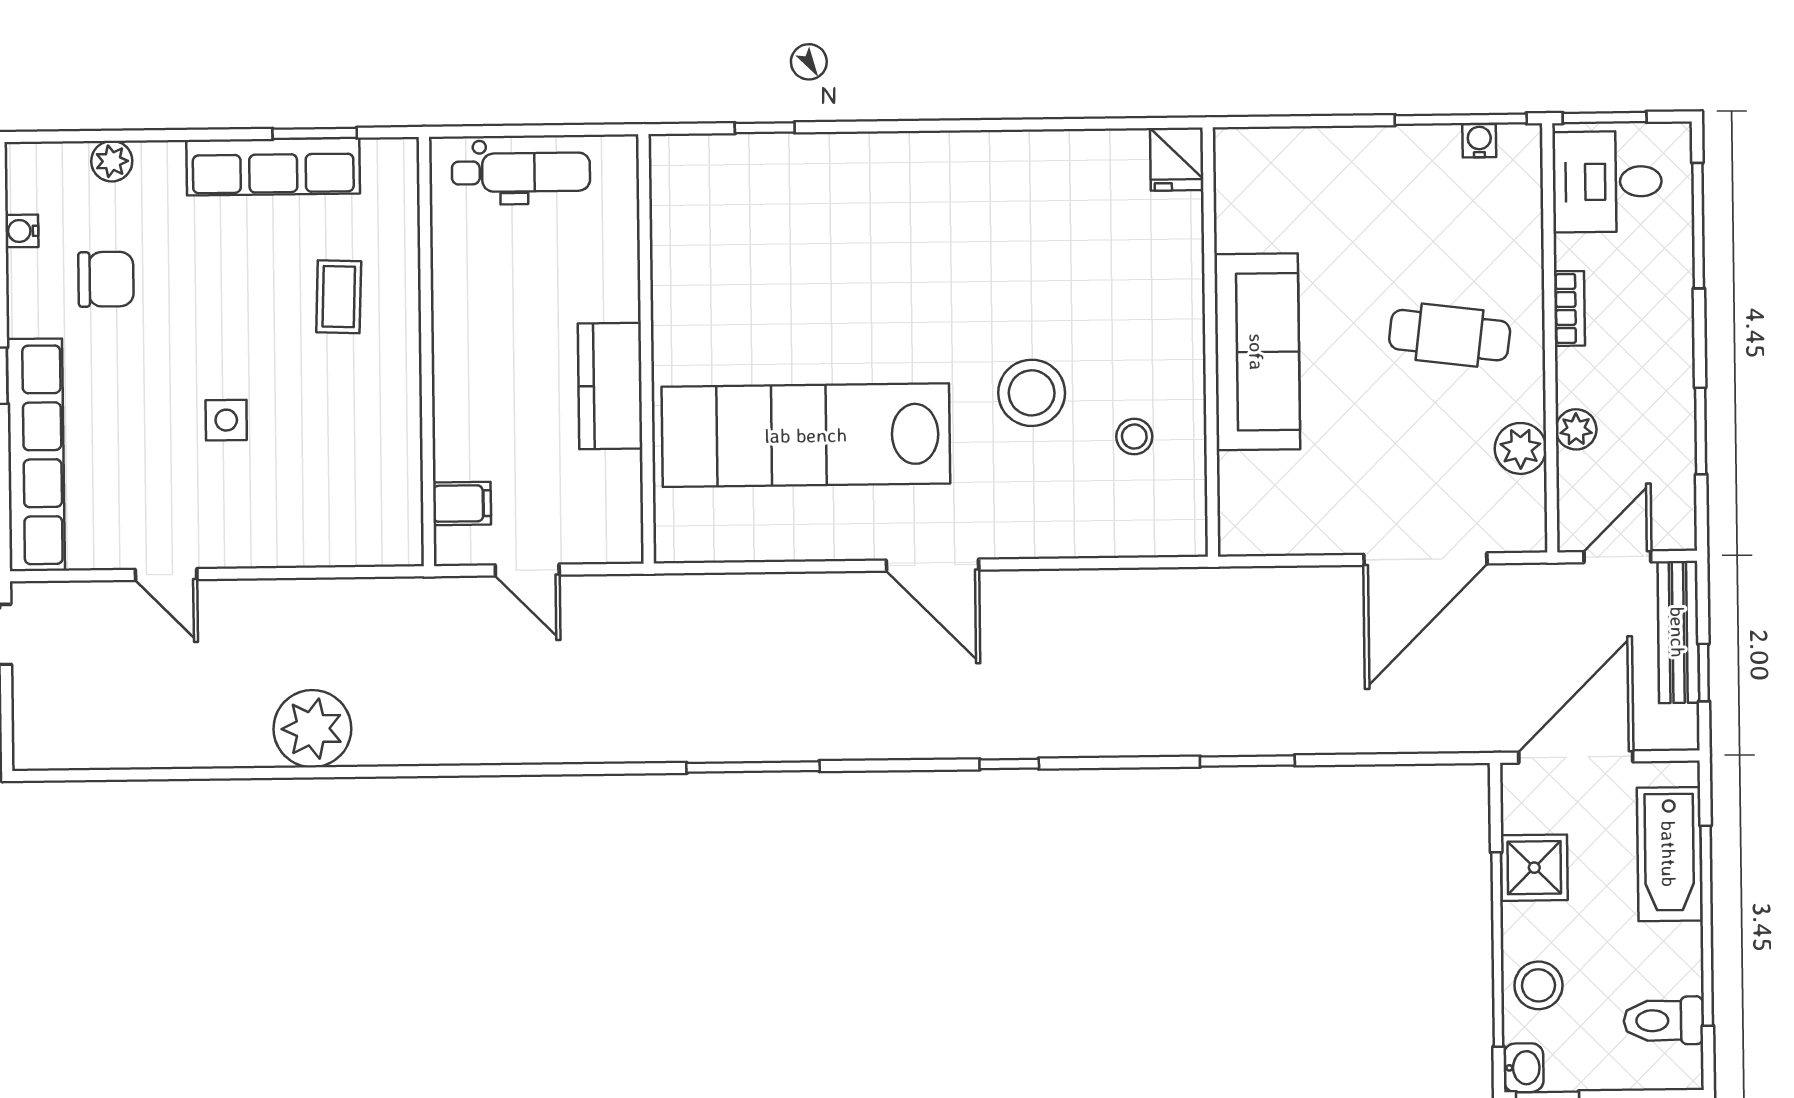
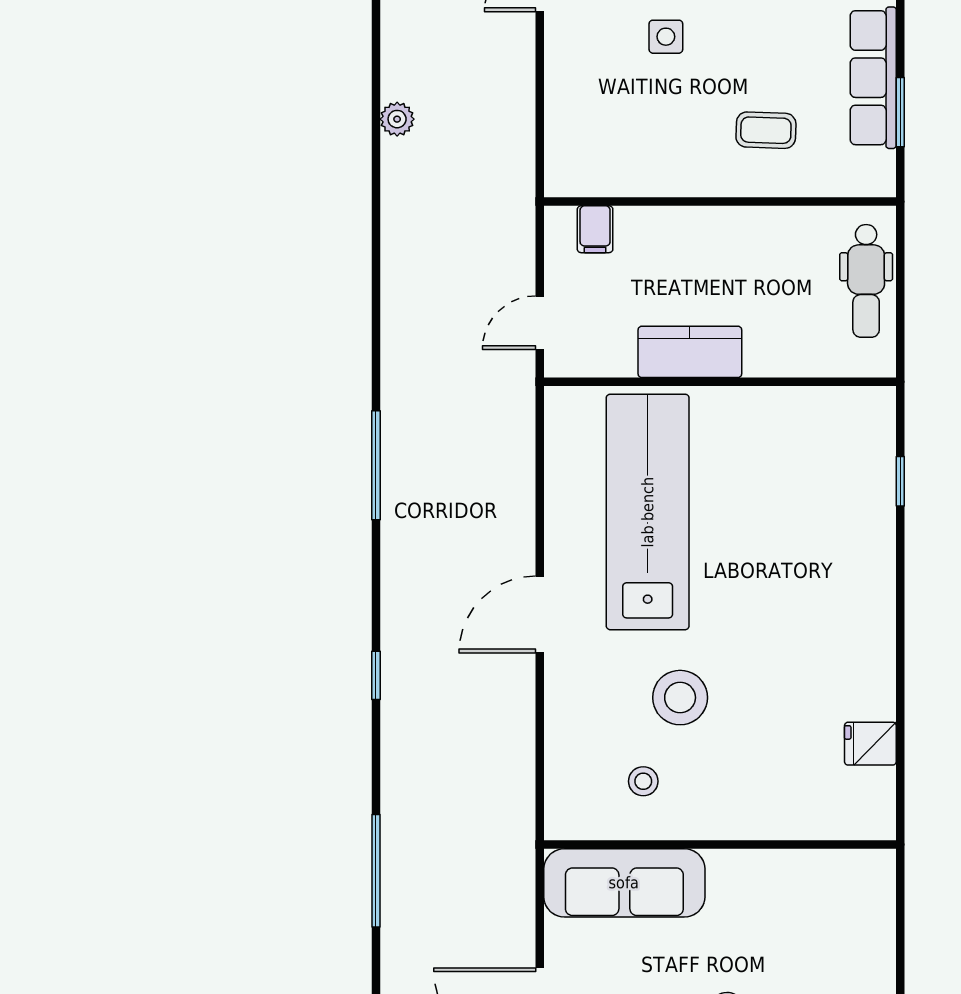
fridge: (1177, 159) -> (870, 744), moved
sofa: (1257, 352) -> (624, 883), moved
door: (527, 570) -> (540, 323), moved
plant: (312, 729) -> (397, 119), width x0.53, depth x0.53
window: (1247, 761) -> (376, 871), width x1.44

